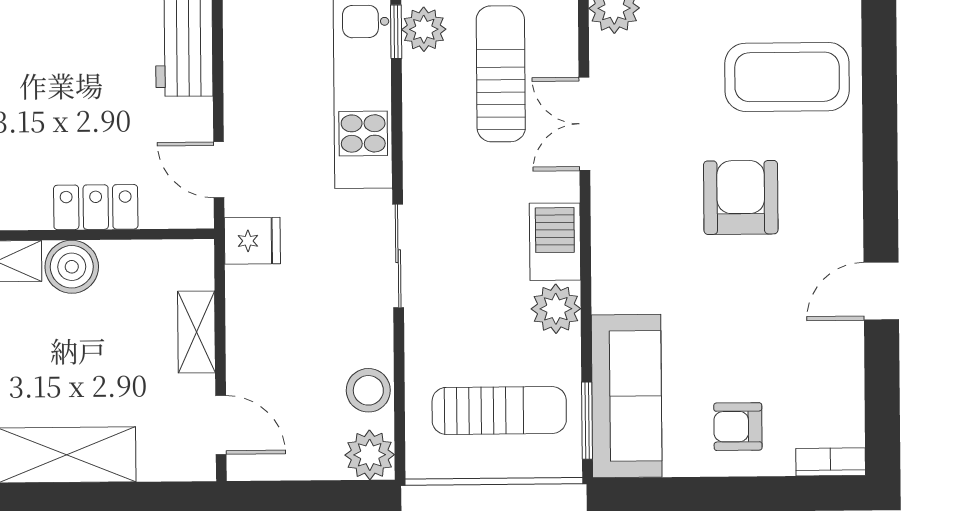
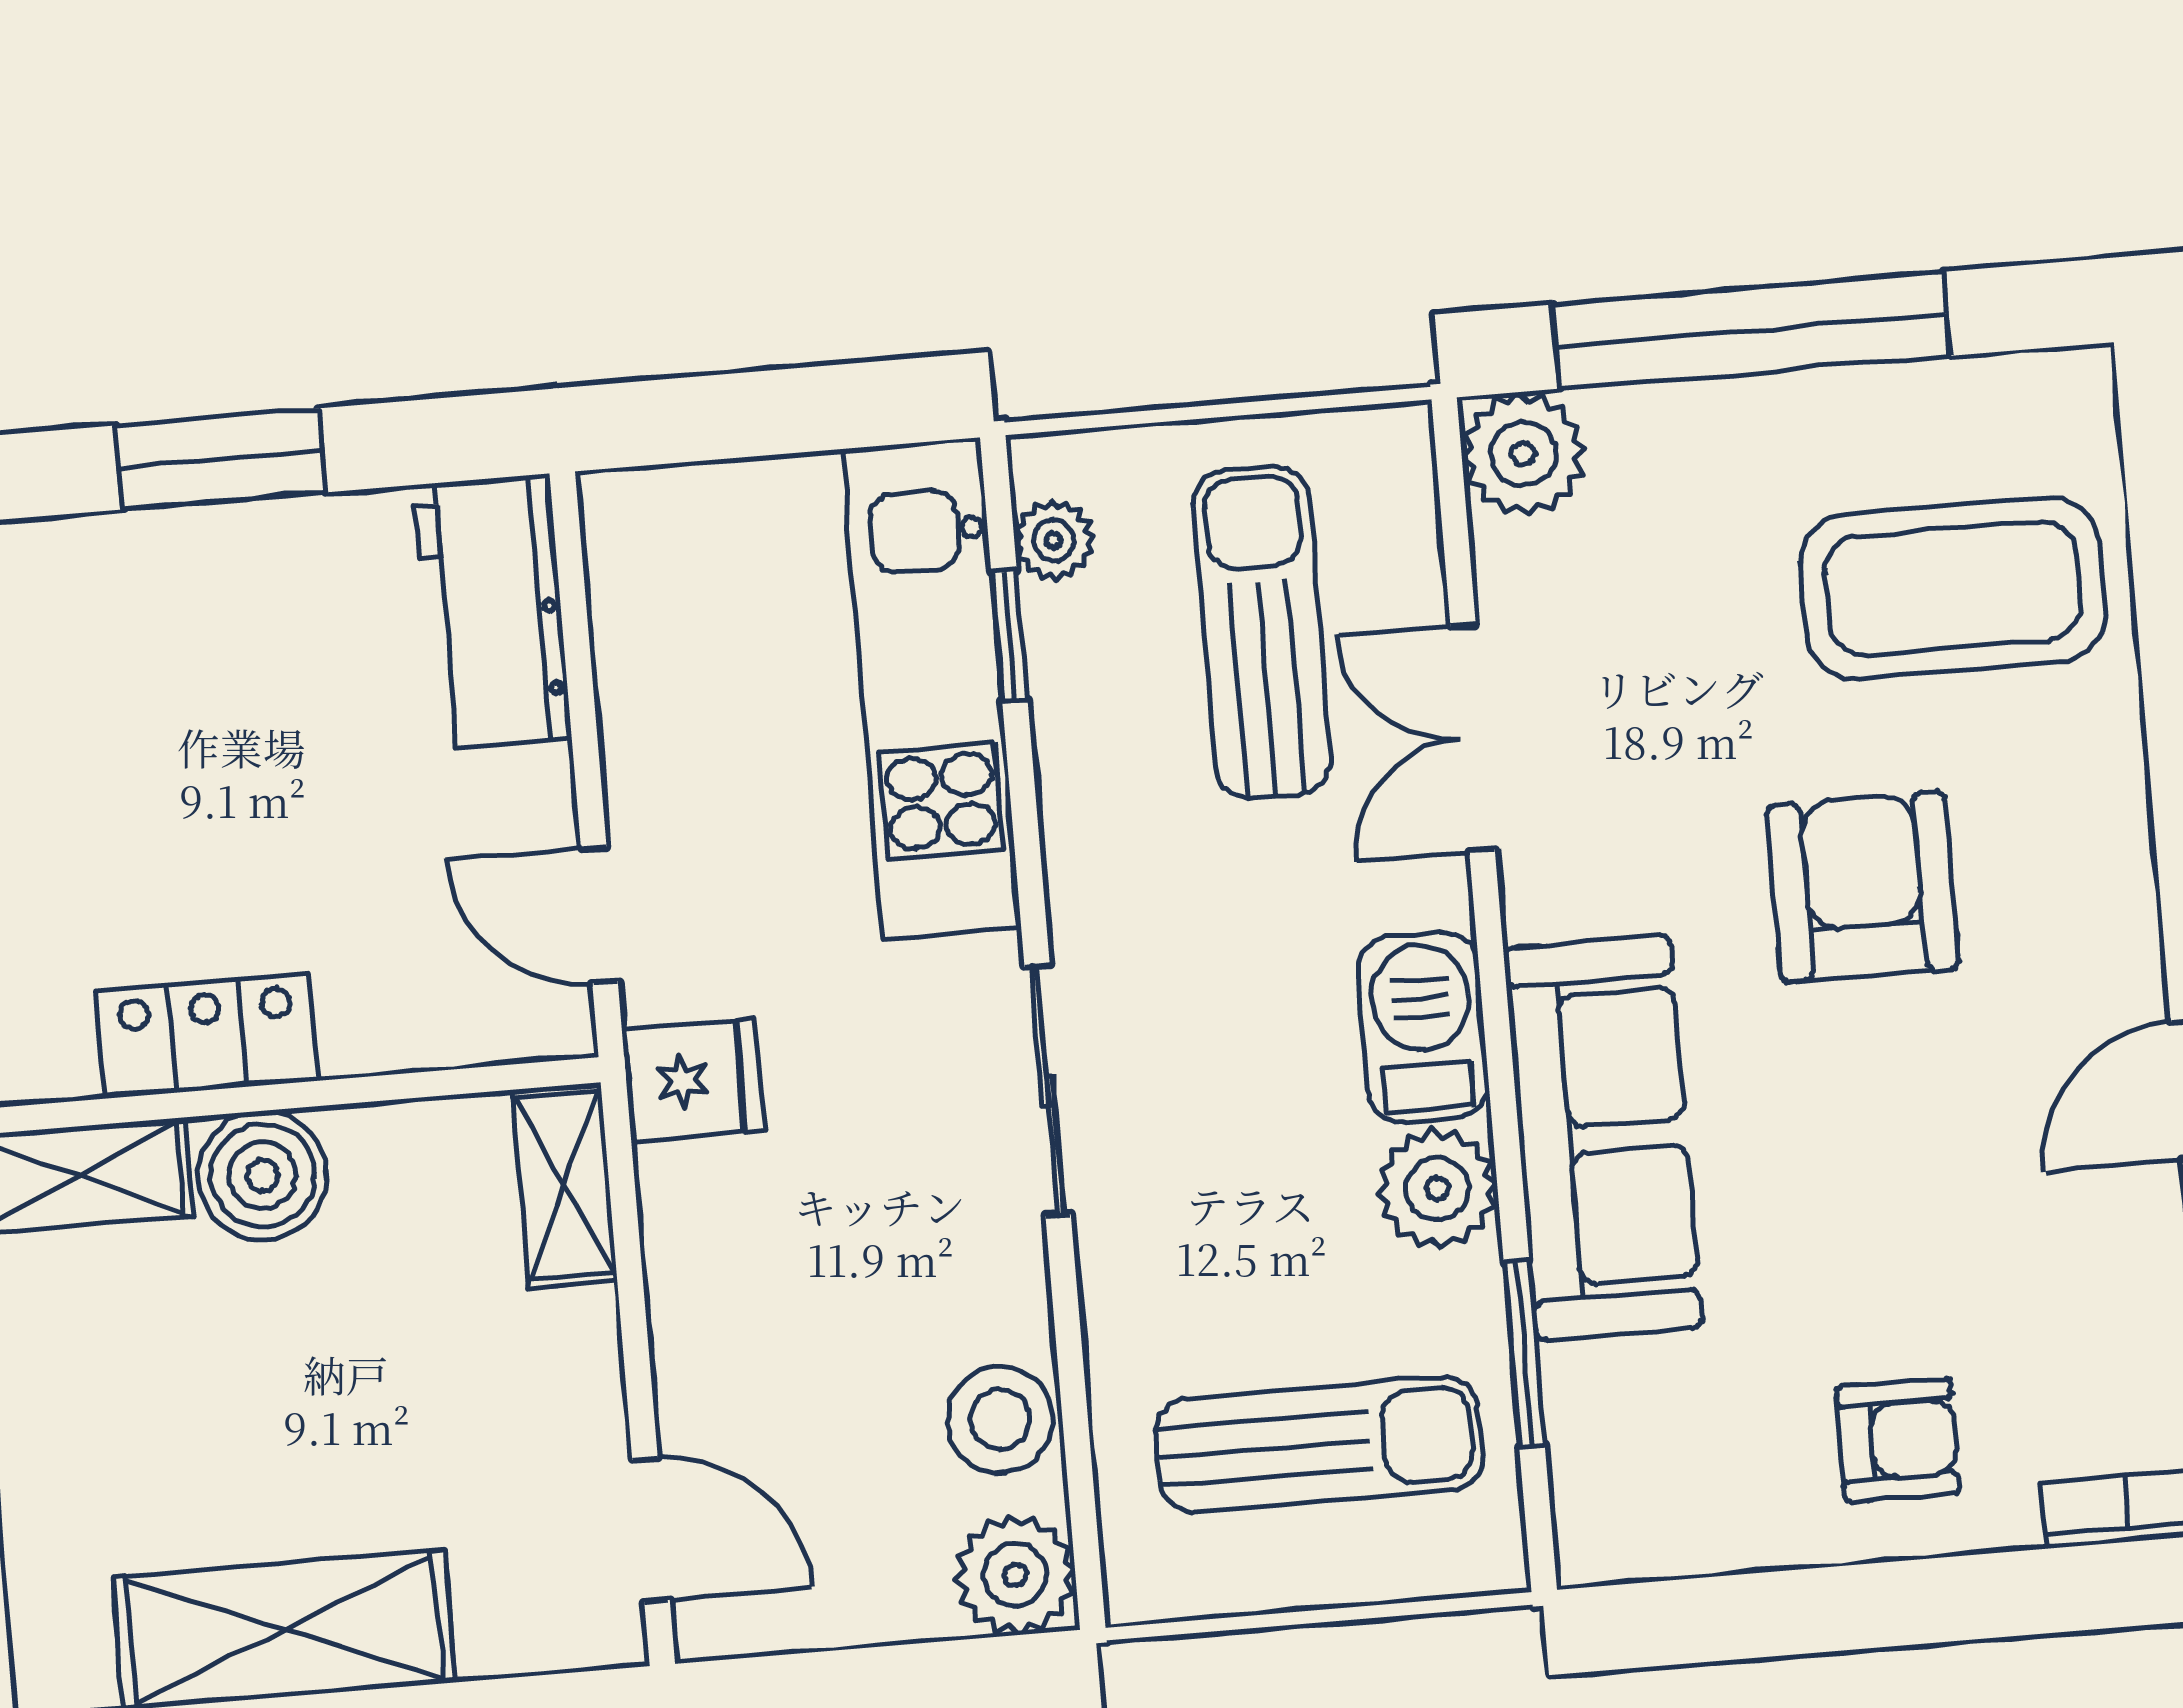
plant: (424, 29) -> (1054, 540), width x0.73, depth x0.73
window: (396, 32) -> (1009, 636), moved
locker: (96, 207) -> (207, 1036), moved
shelving: (196, 332) -> (565, 1185), moved
sofa: (627, 396) -> (1603, 1138), moved
window: (587, 421) -> (1524, 1354), moved
armchair: (738, 427) -> (1898, 1440), turned 180

